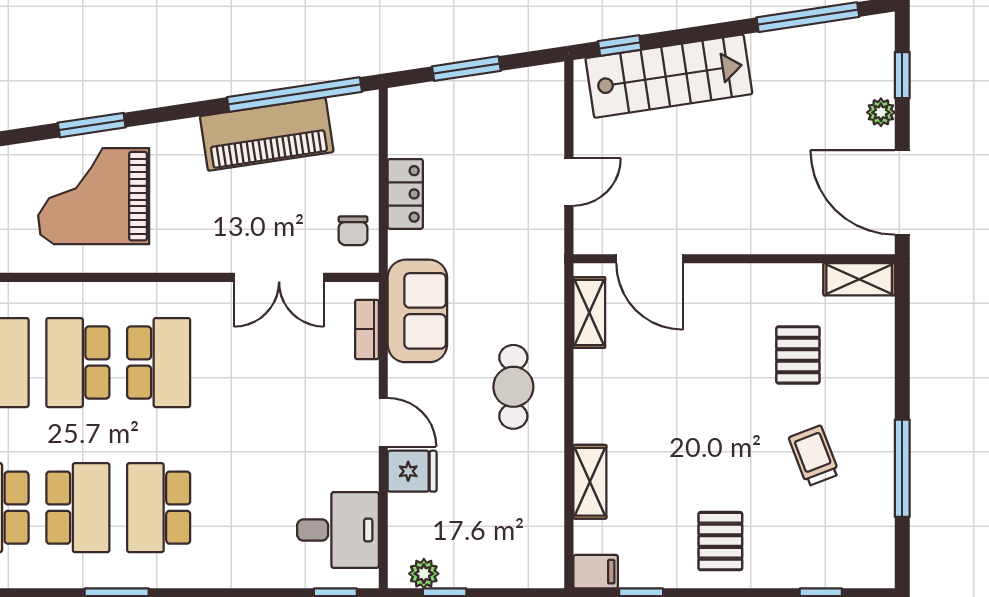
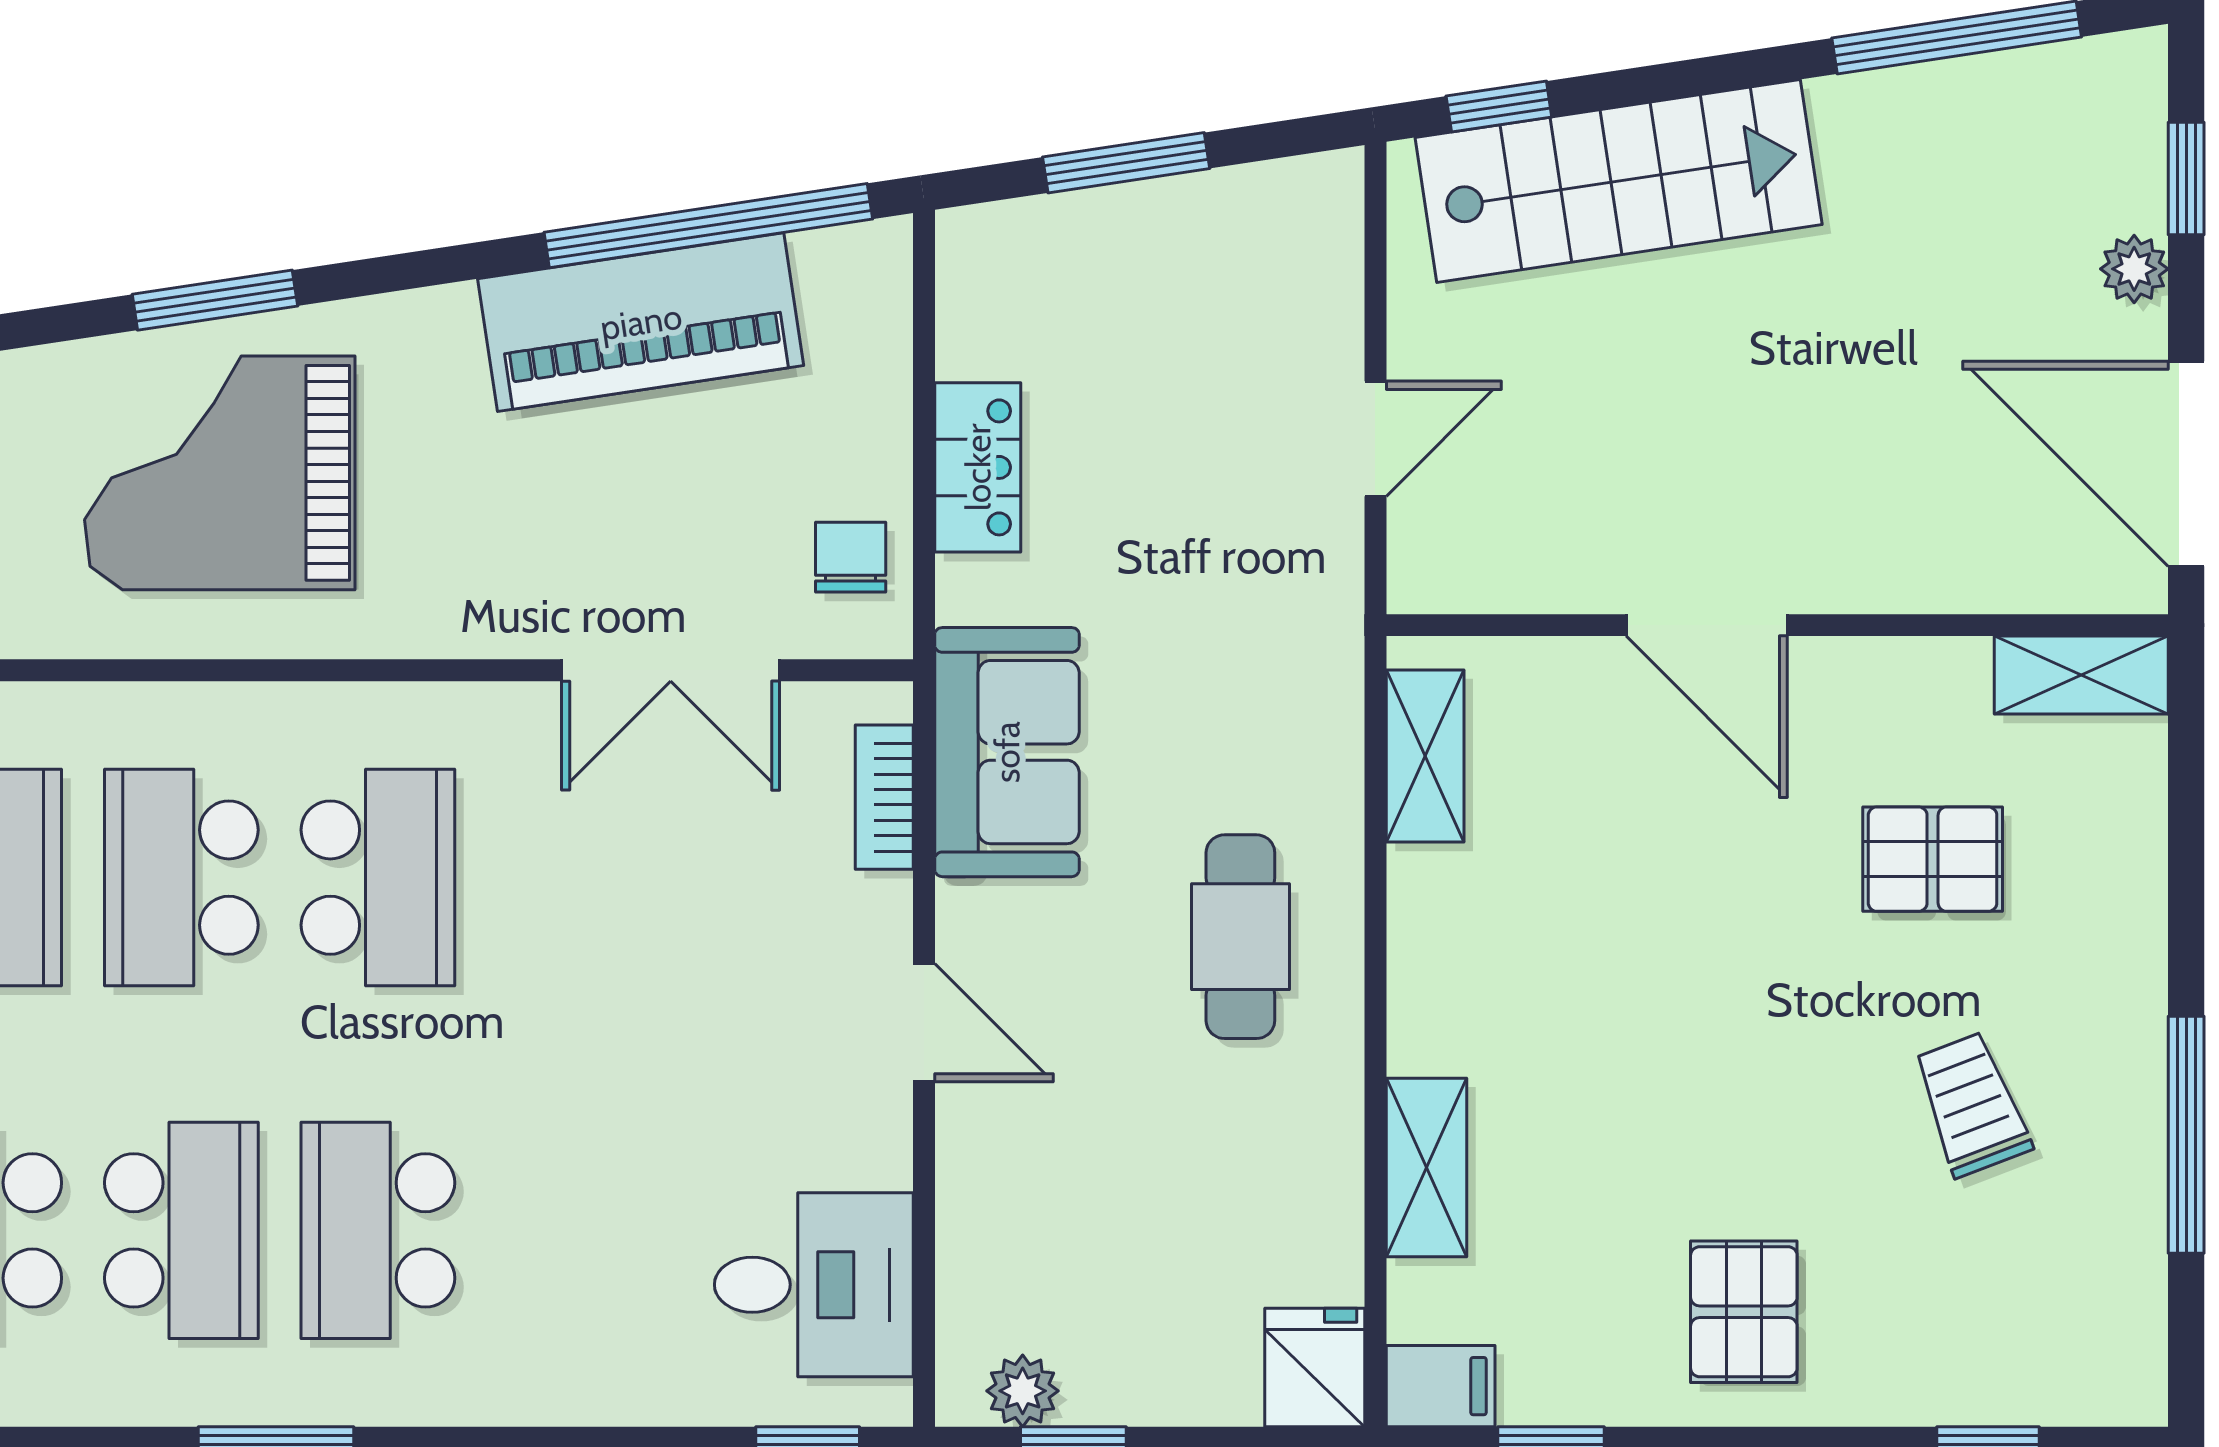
chair: (353, 231) -> (851, 557), turned 180
door: (649, 259) -> (1707, 625), moved
pallet: (798, 355) -> (1933, 859), turned 90
fridge: (412, 471) -> (1315, 1367), moved, turned -90

